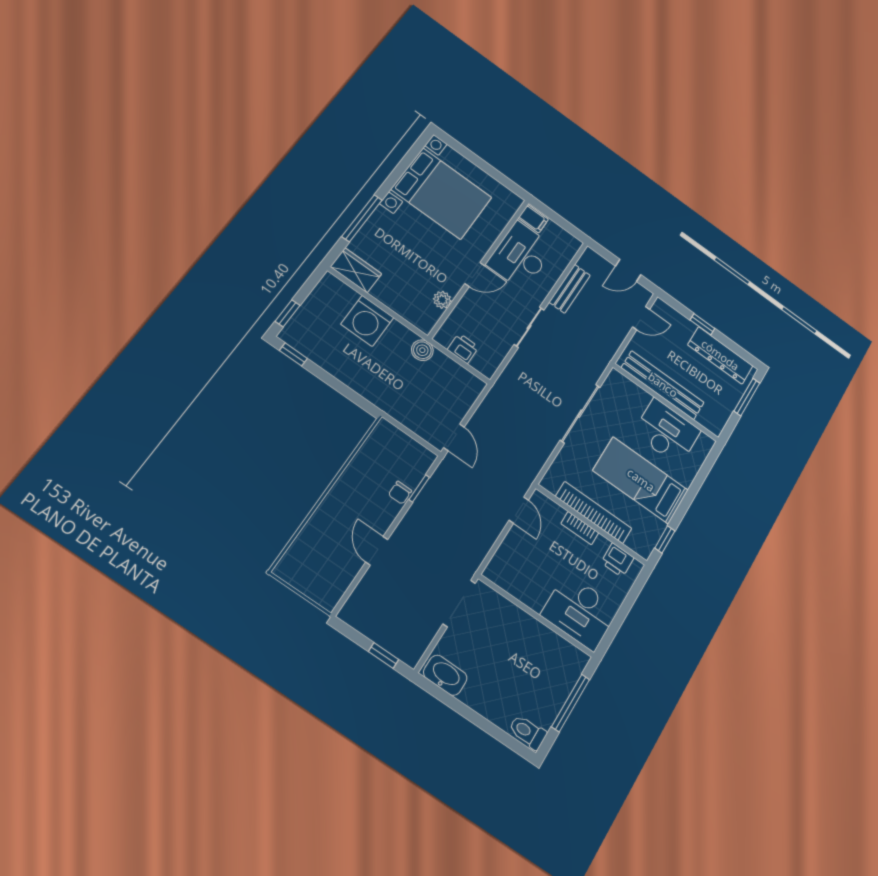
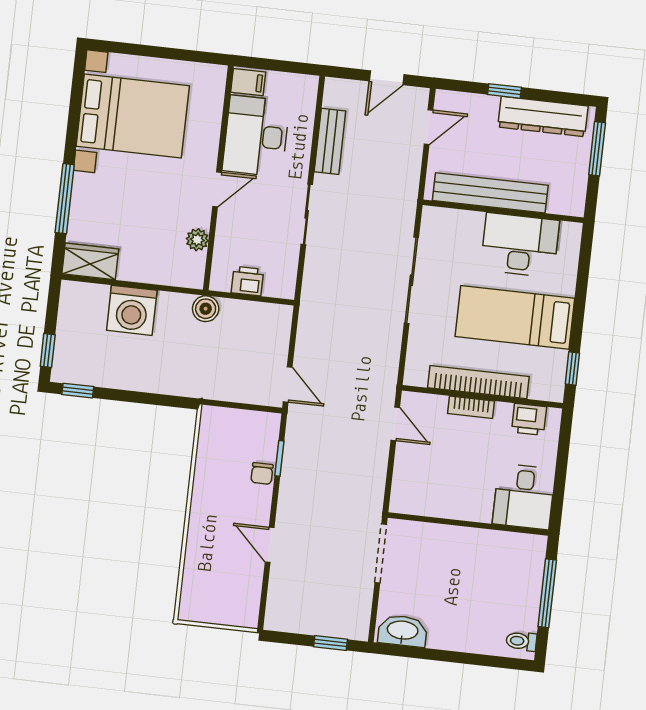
desk: (580, 612) -> (524, 497), width x0.73
toilet: (528, 732) -> (521, 641), width x0.73, depth x0.72

